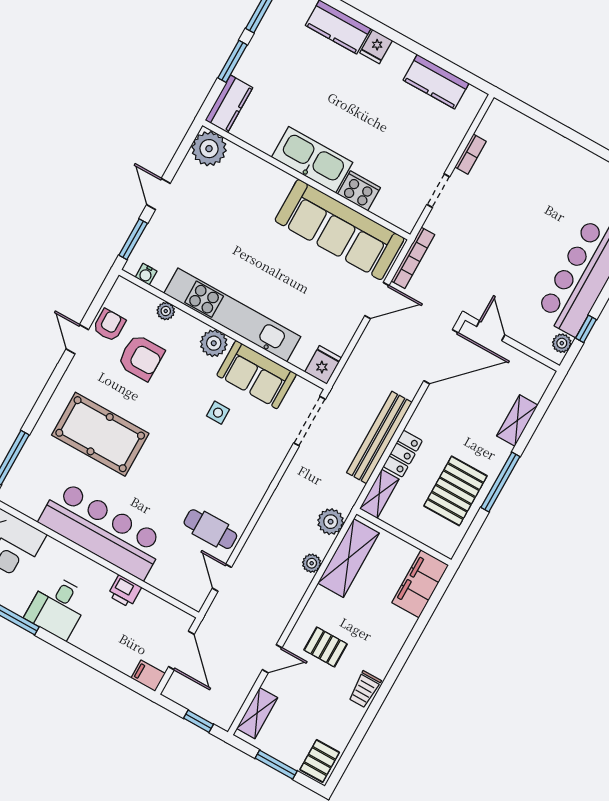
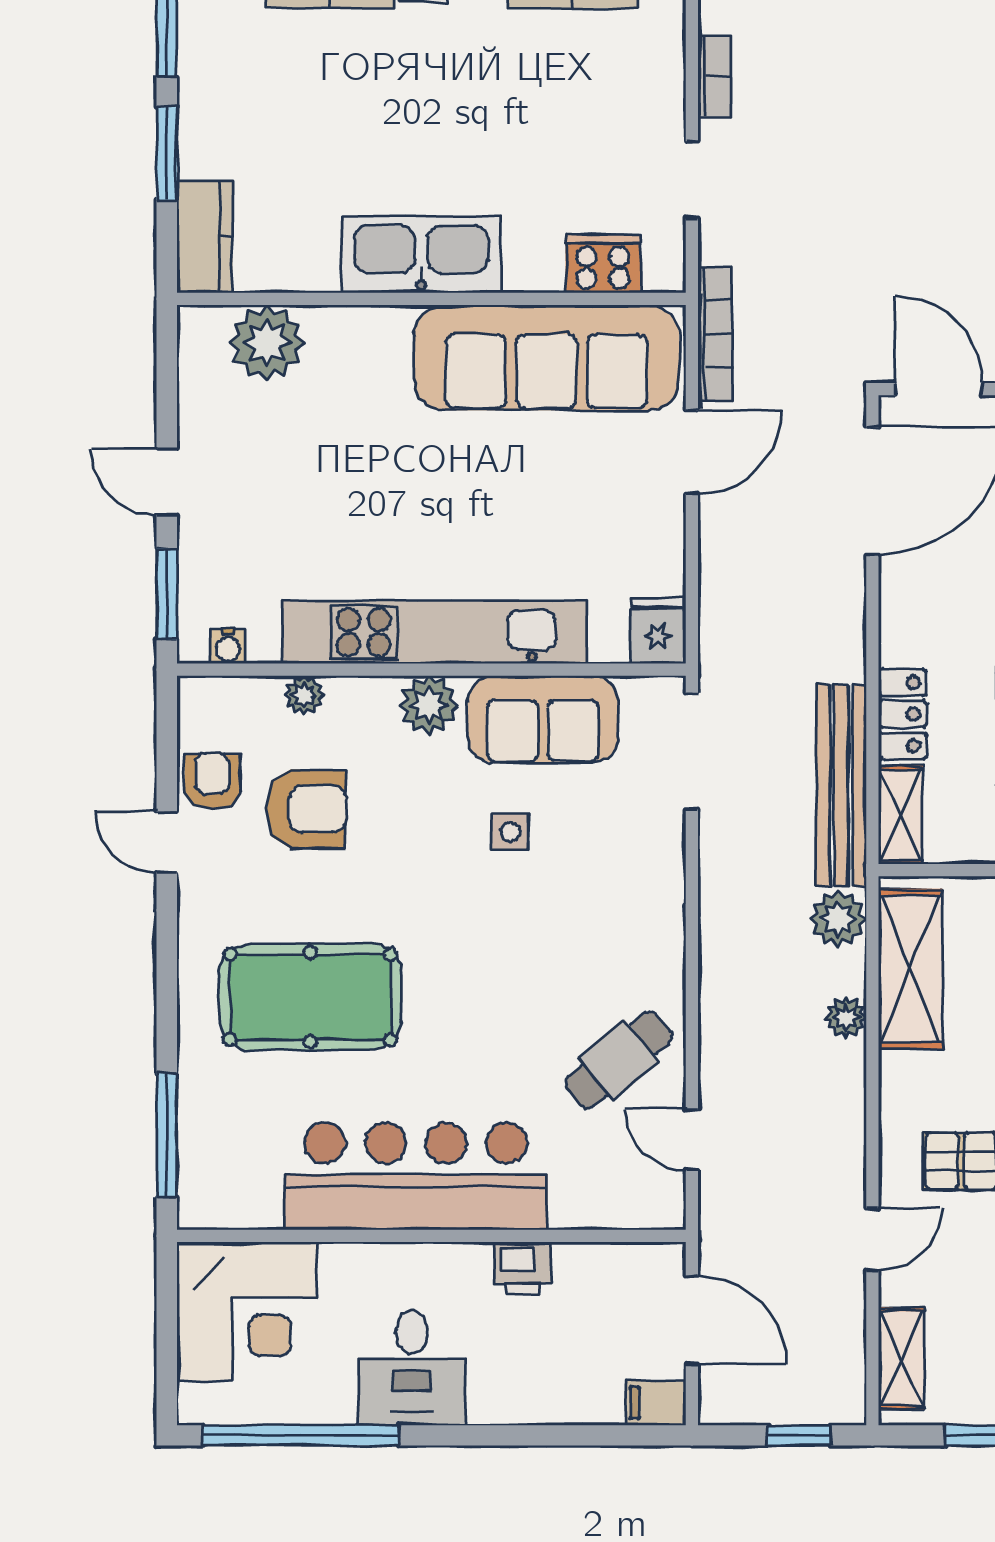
plant: (209, 149) -> (267, 343), moved
cooker: (359, 191) -> (603, 264), moved
door: (491, 331) -> (939, 389), width x1.38
bench: (379, 437) -> (841, 786), moved
cafe table: (210, 529) -> (619, 1060), turned -40

